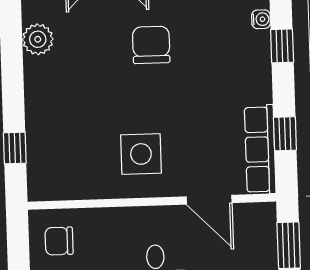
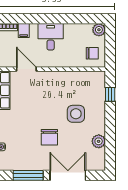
side table: (141, 154) -> (76, 114), moved

